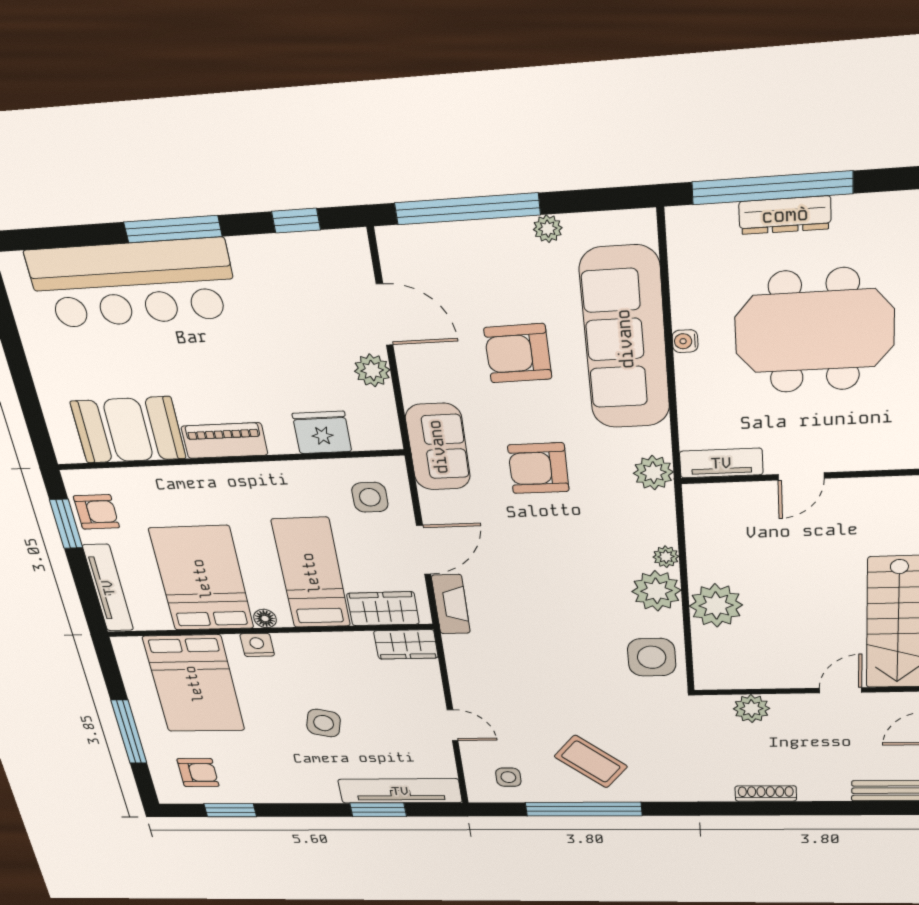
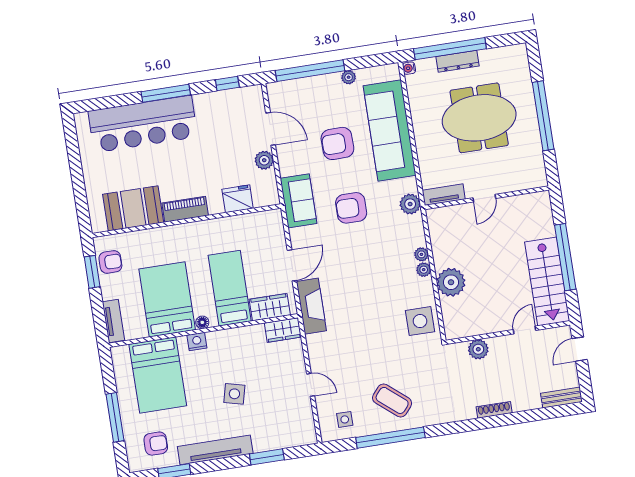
water cooler: (685, 341) -> (409, 68), moved
side table: (370, 497) -> (263, 235), removed
tv unit: (108, 588) -> (113, 321), width x0.71
plant: (656, 591) -> (424, 270), width x0.53, depth x0.53
fireplace: (451, 604) -> (311, 306), width x1.37, depth x1.32
tv unit: (400, 791) -> (215, 450), moved

